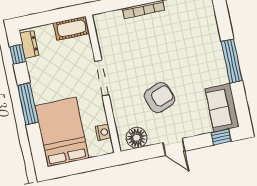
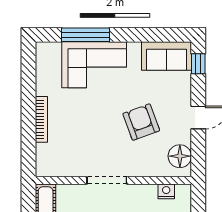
corner sofa: (201, 46) -> (94, 65), added
window: (232, 61) -> (86, 35), moved

